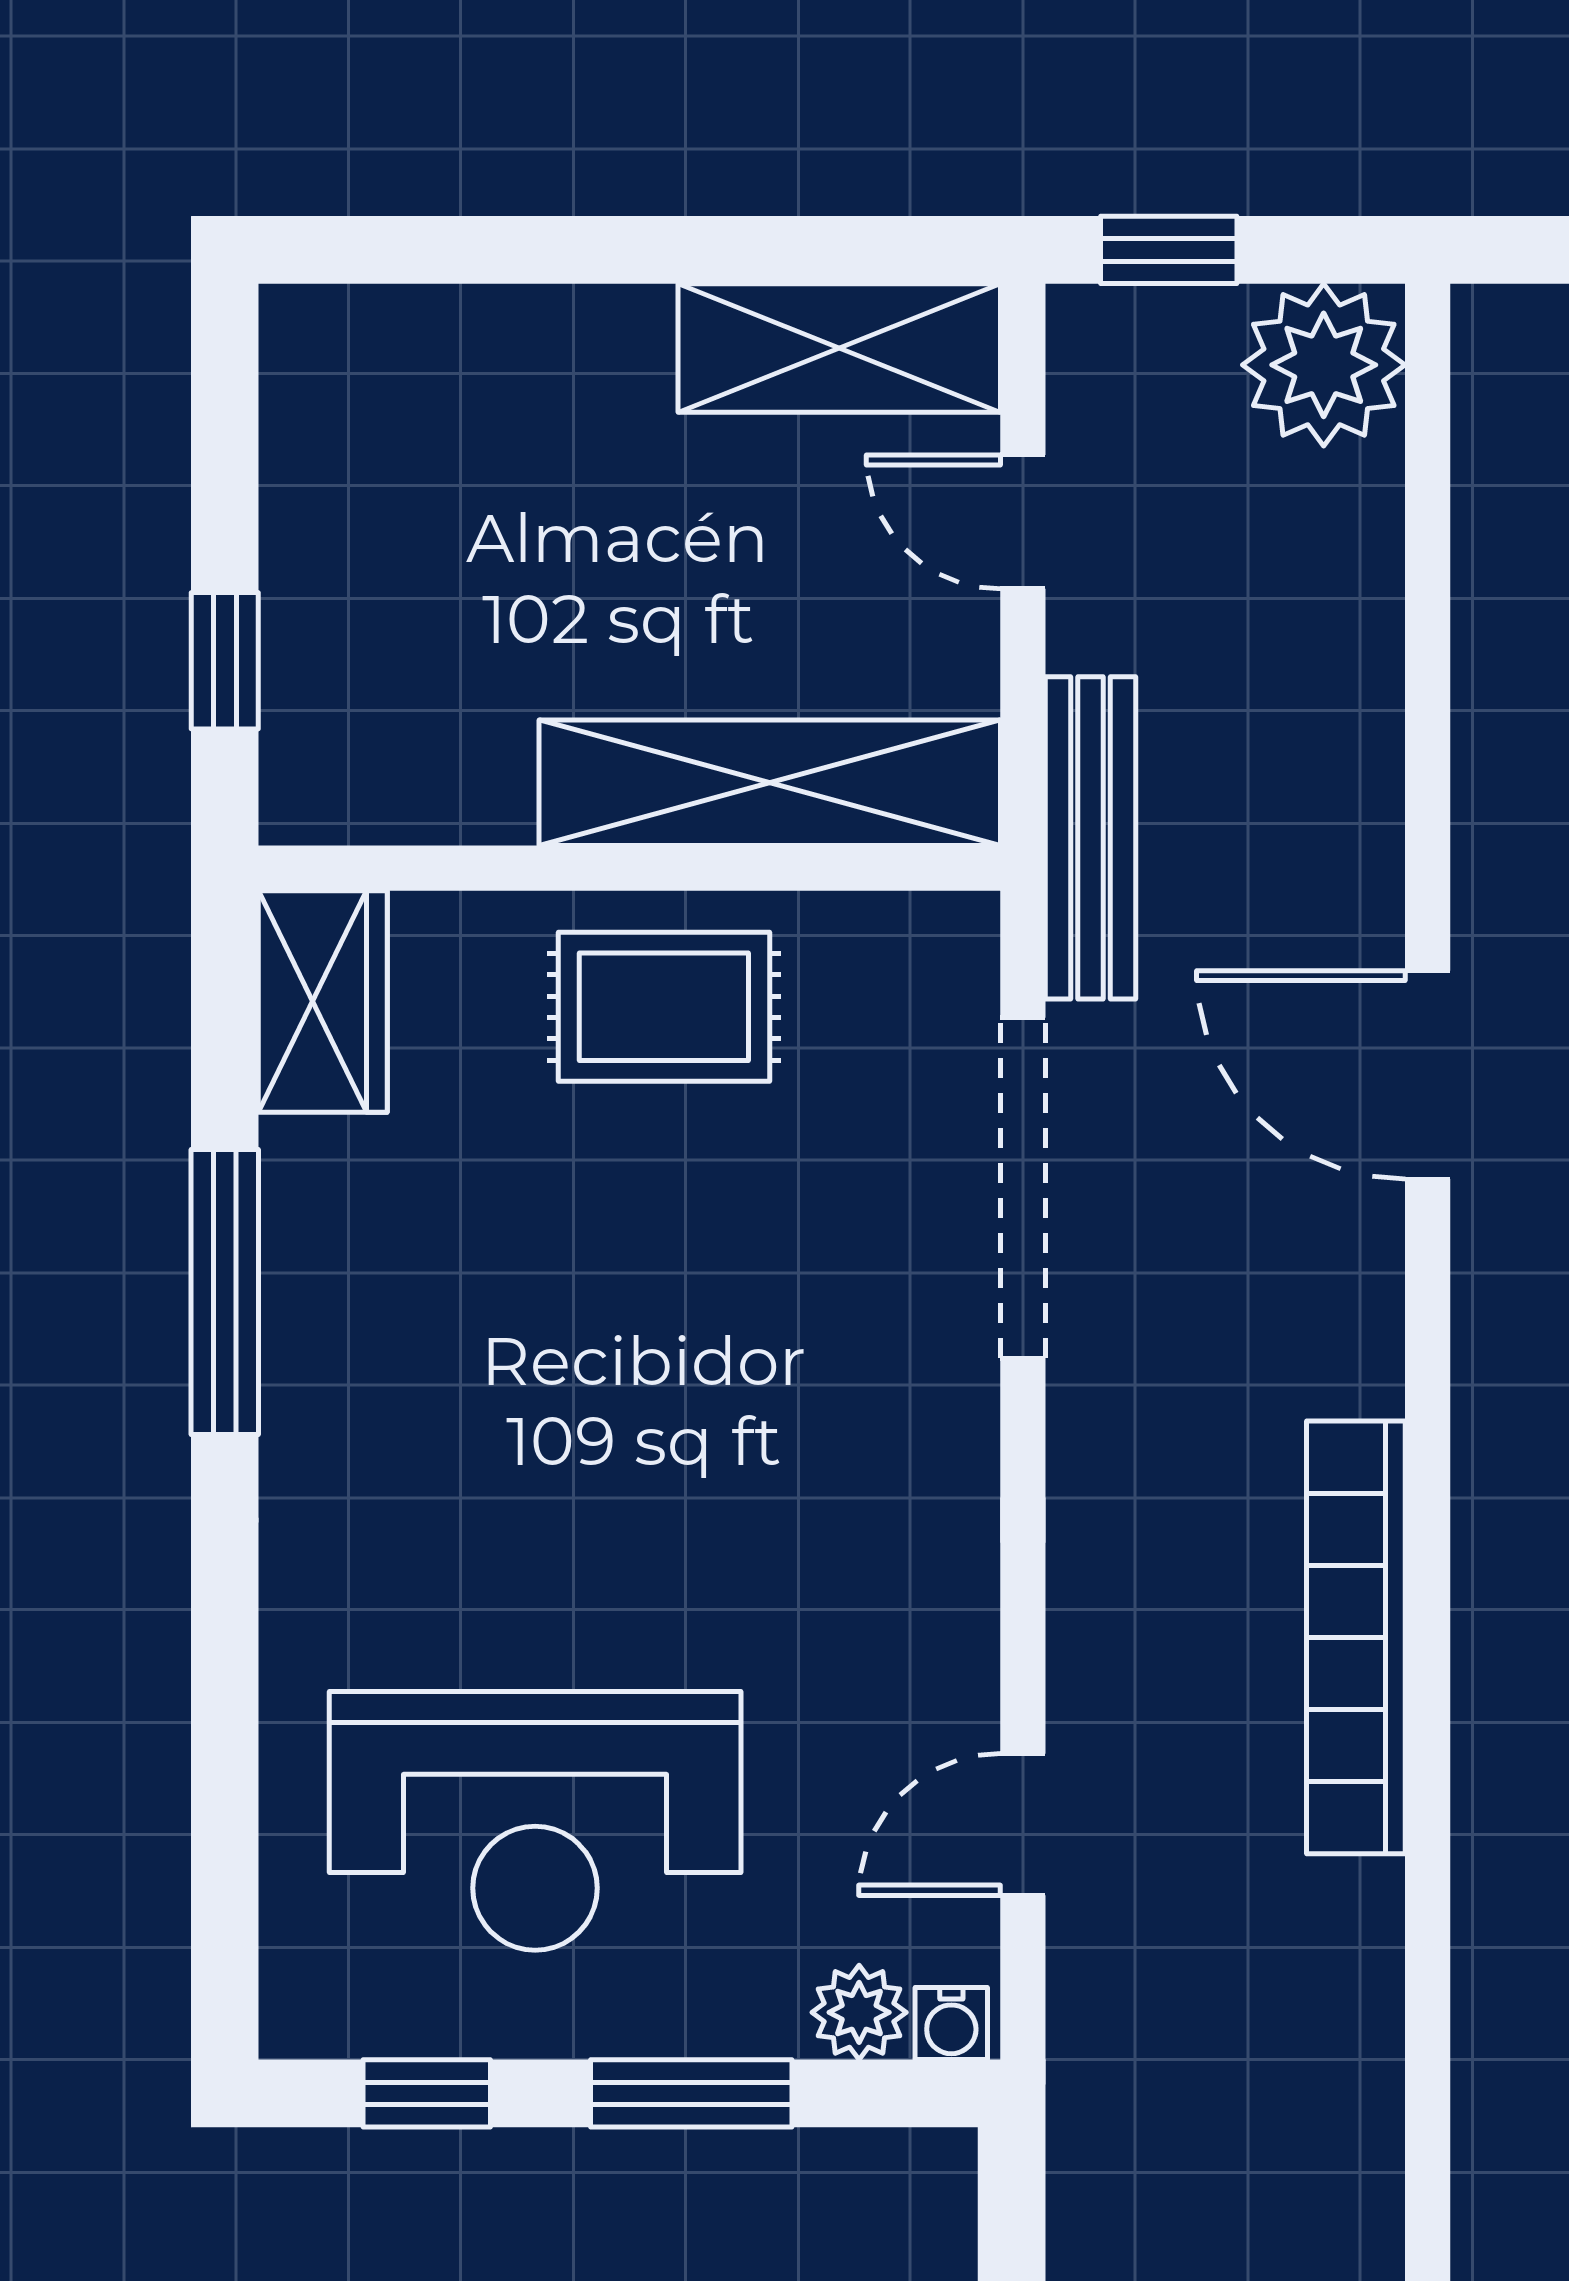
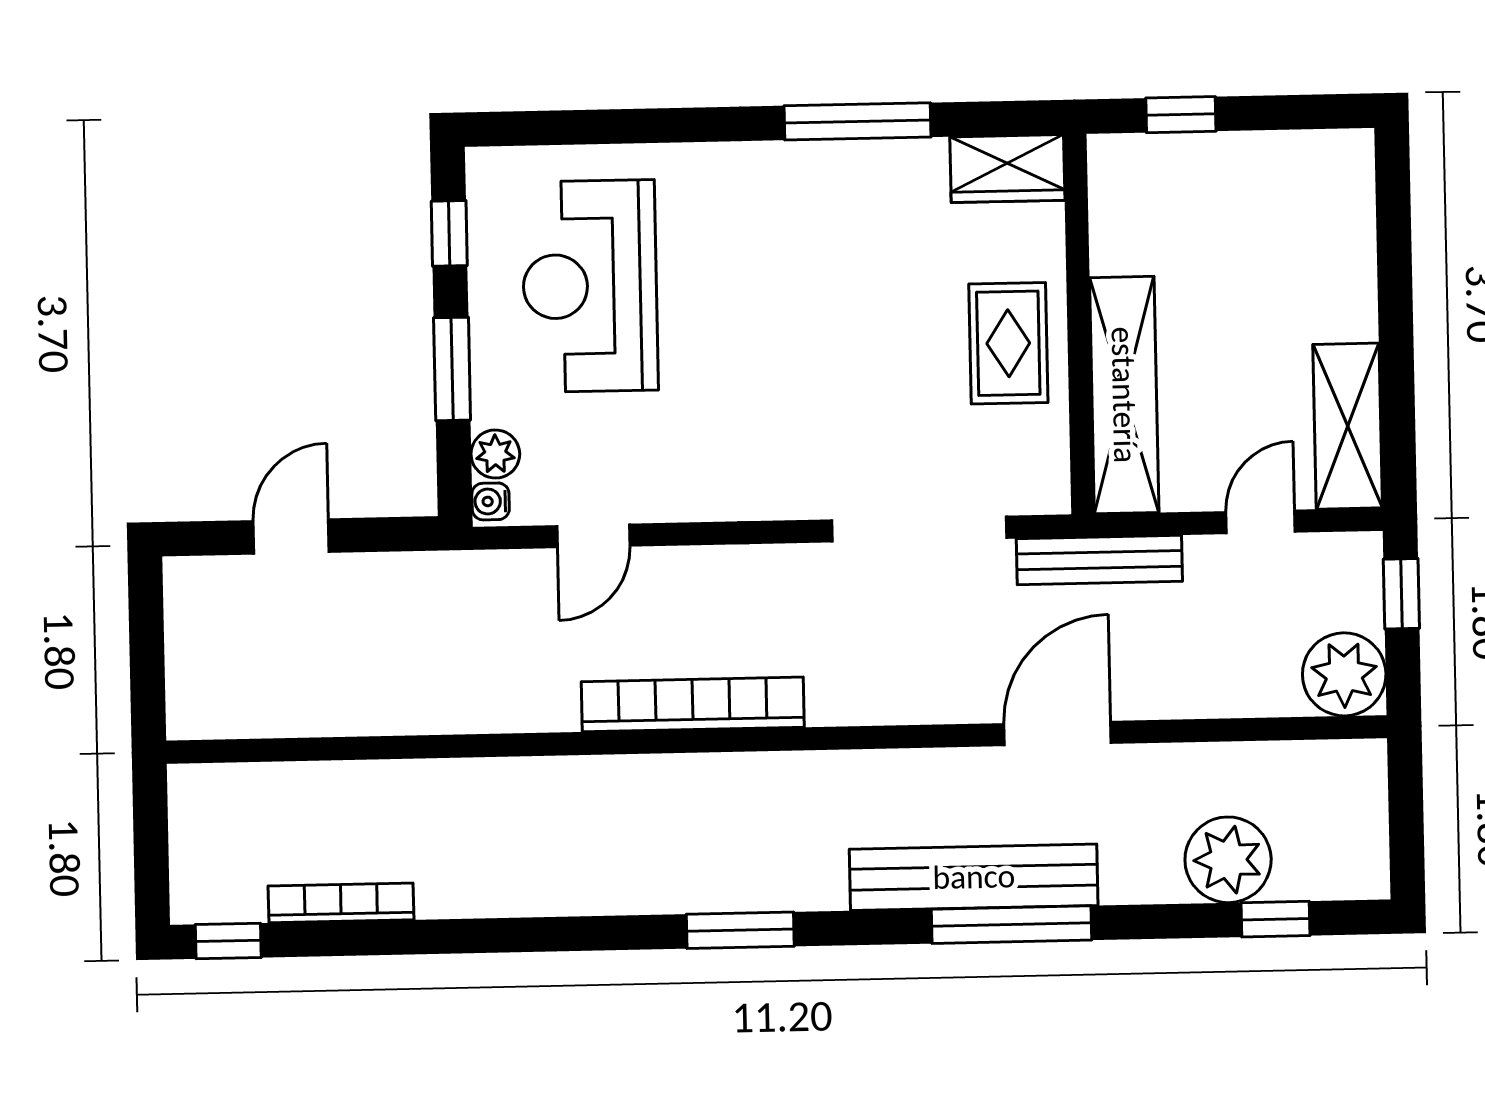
door: (1428, 1075) -> (1058, 734), moved
door: (1023, 1825) -> (593, 536), swing flipped

